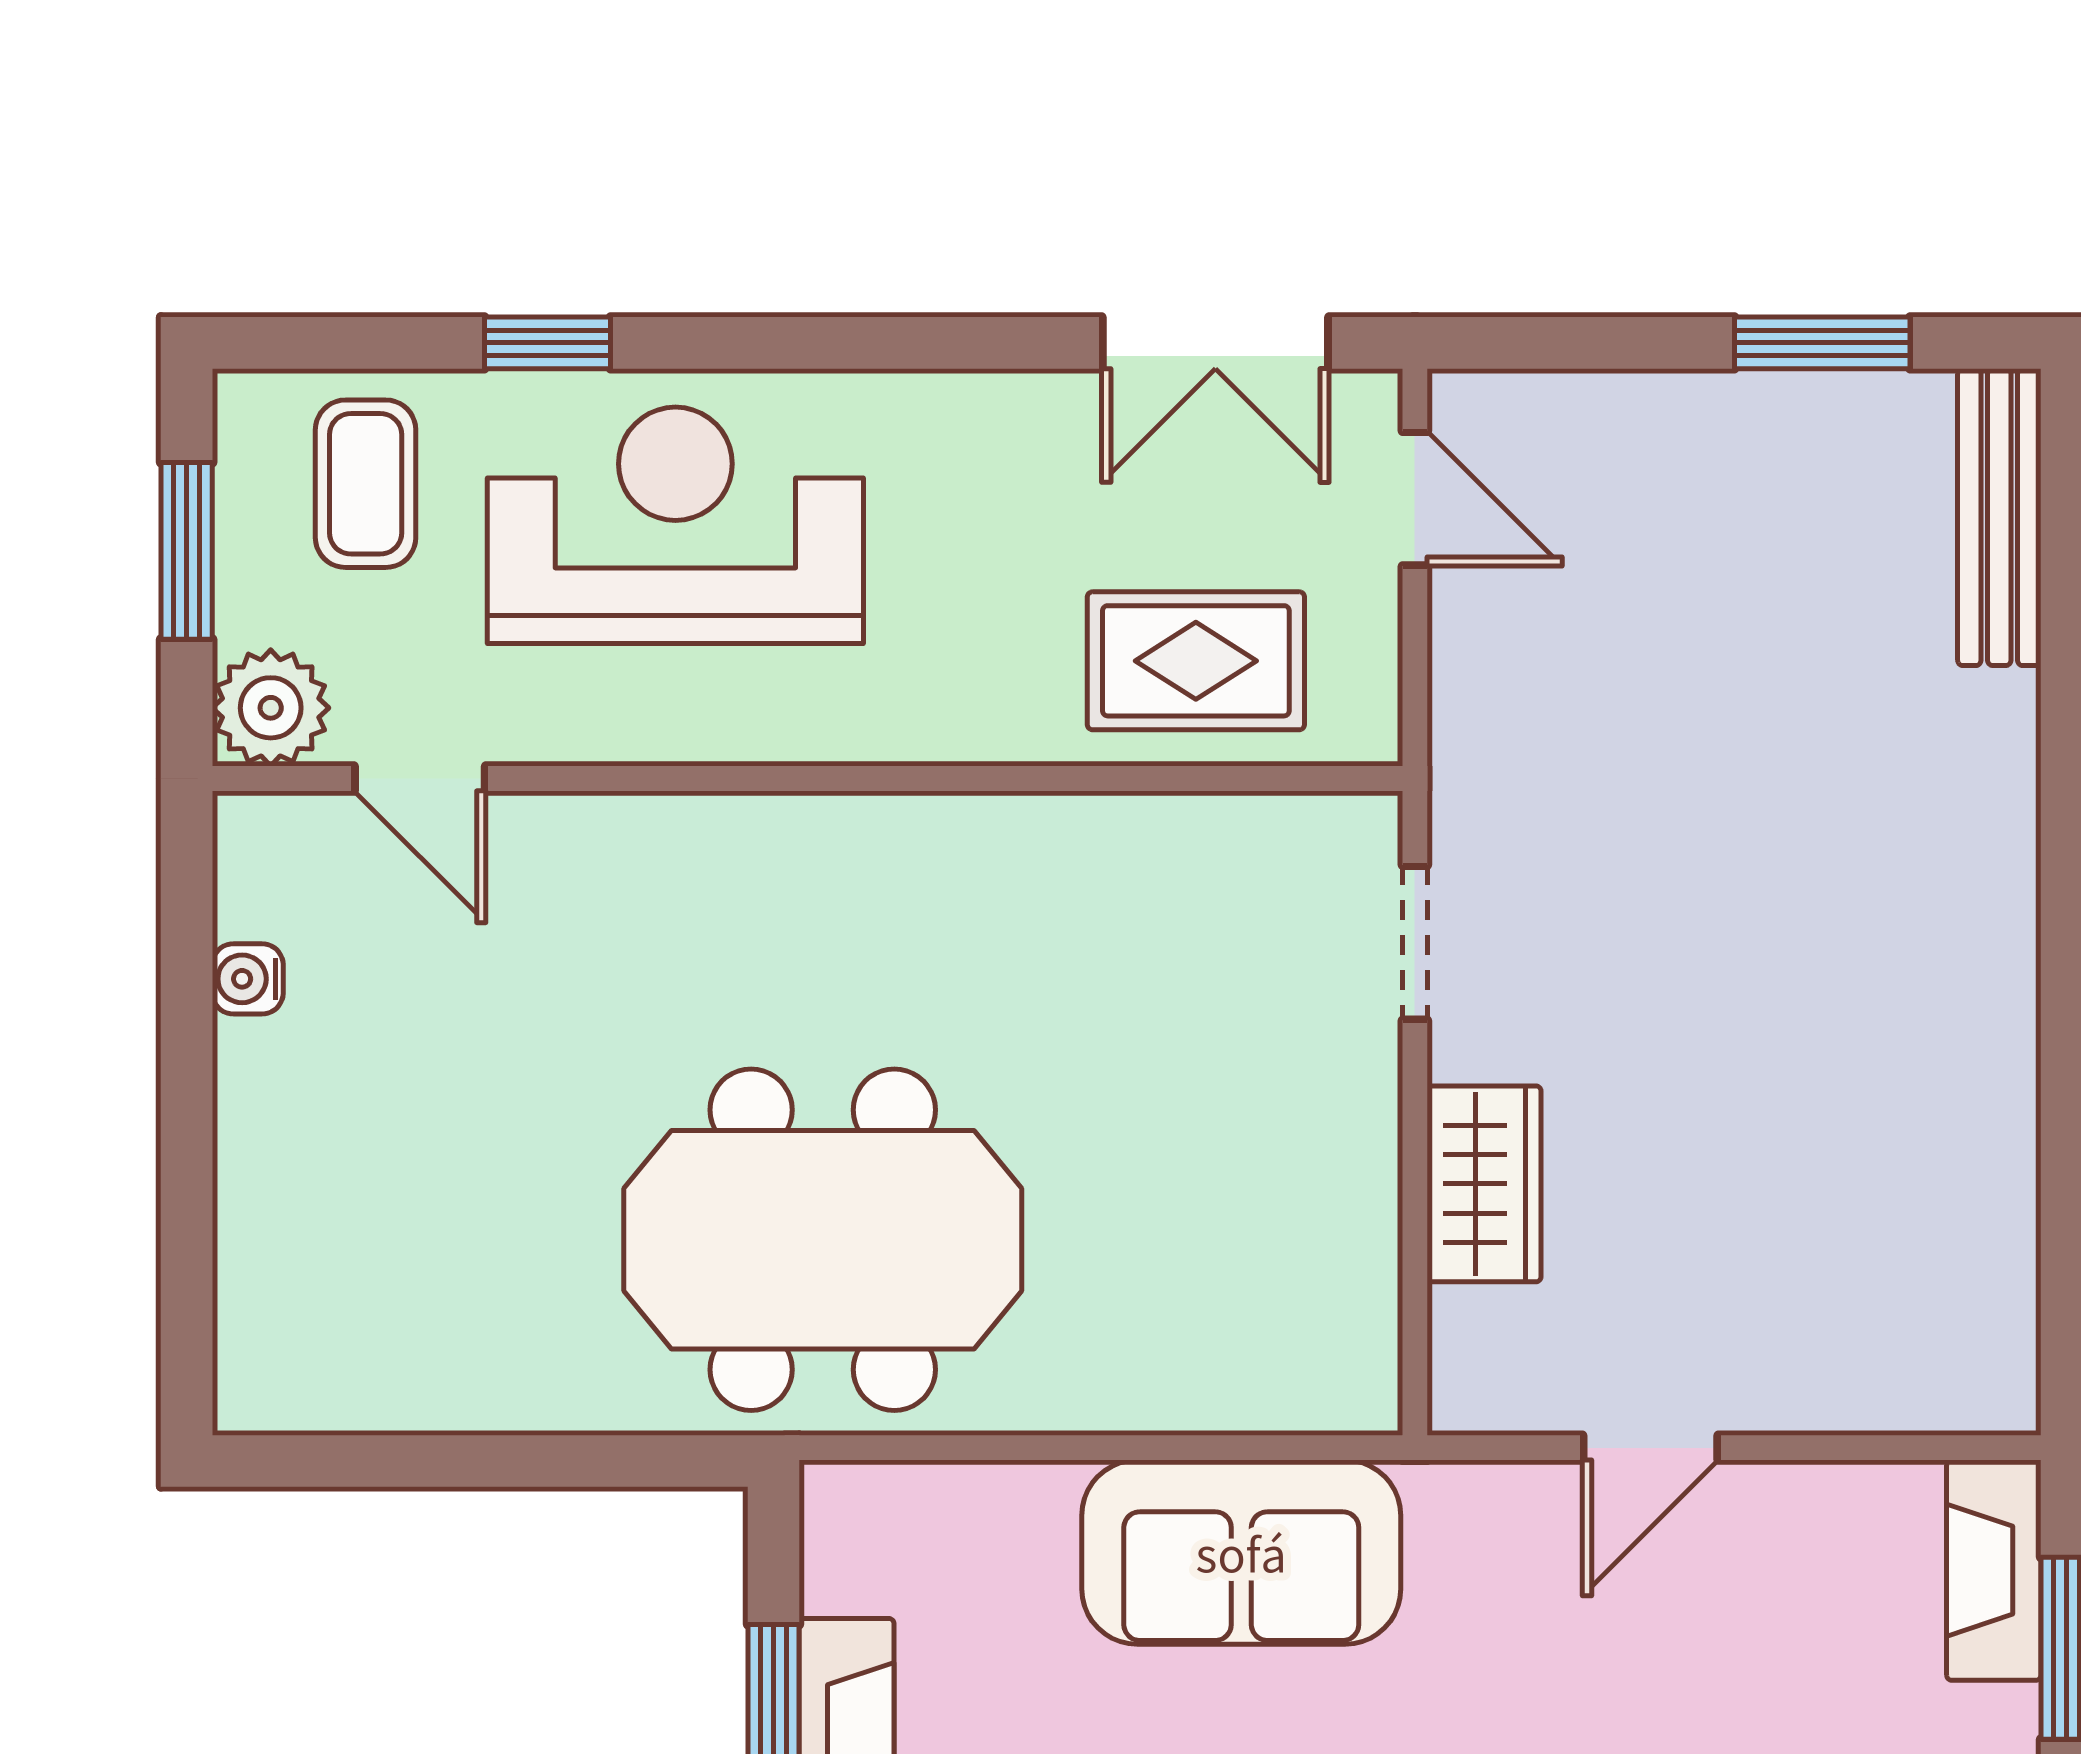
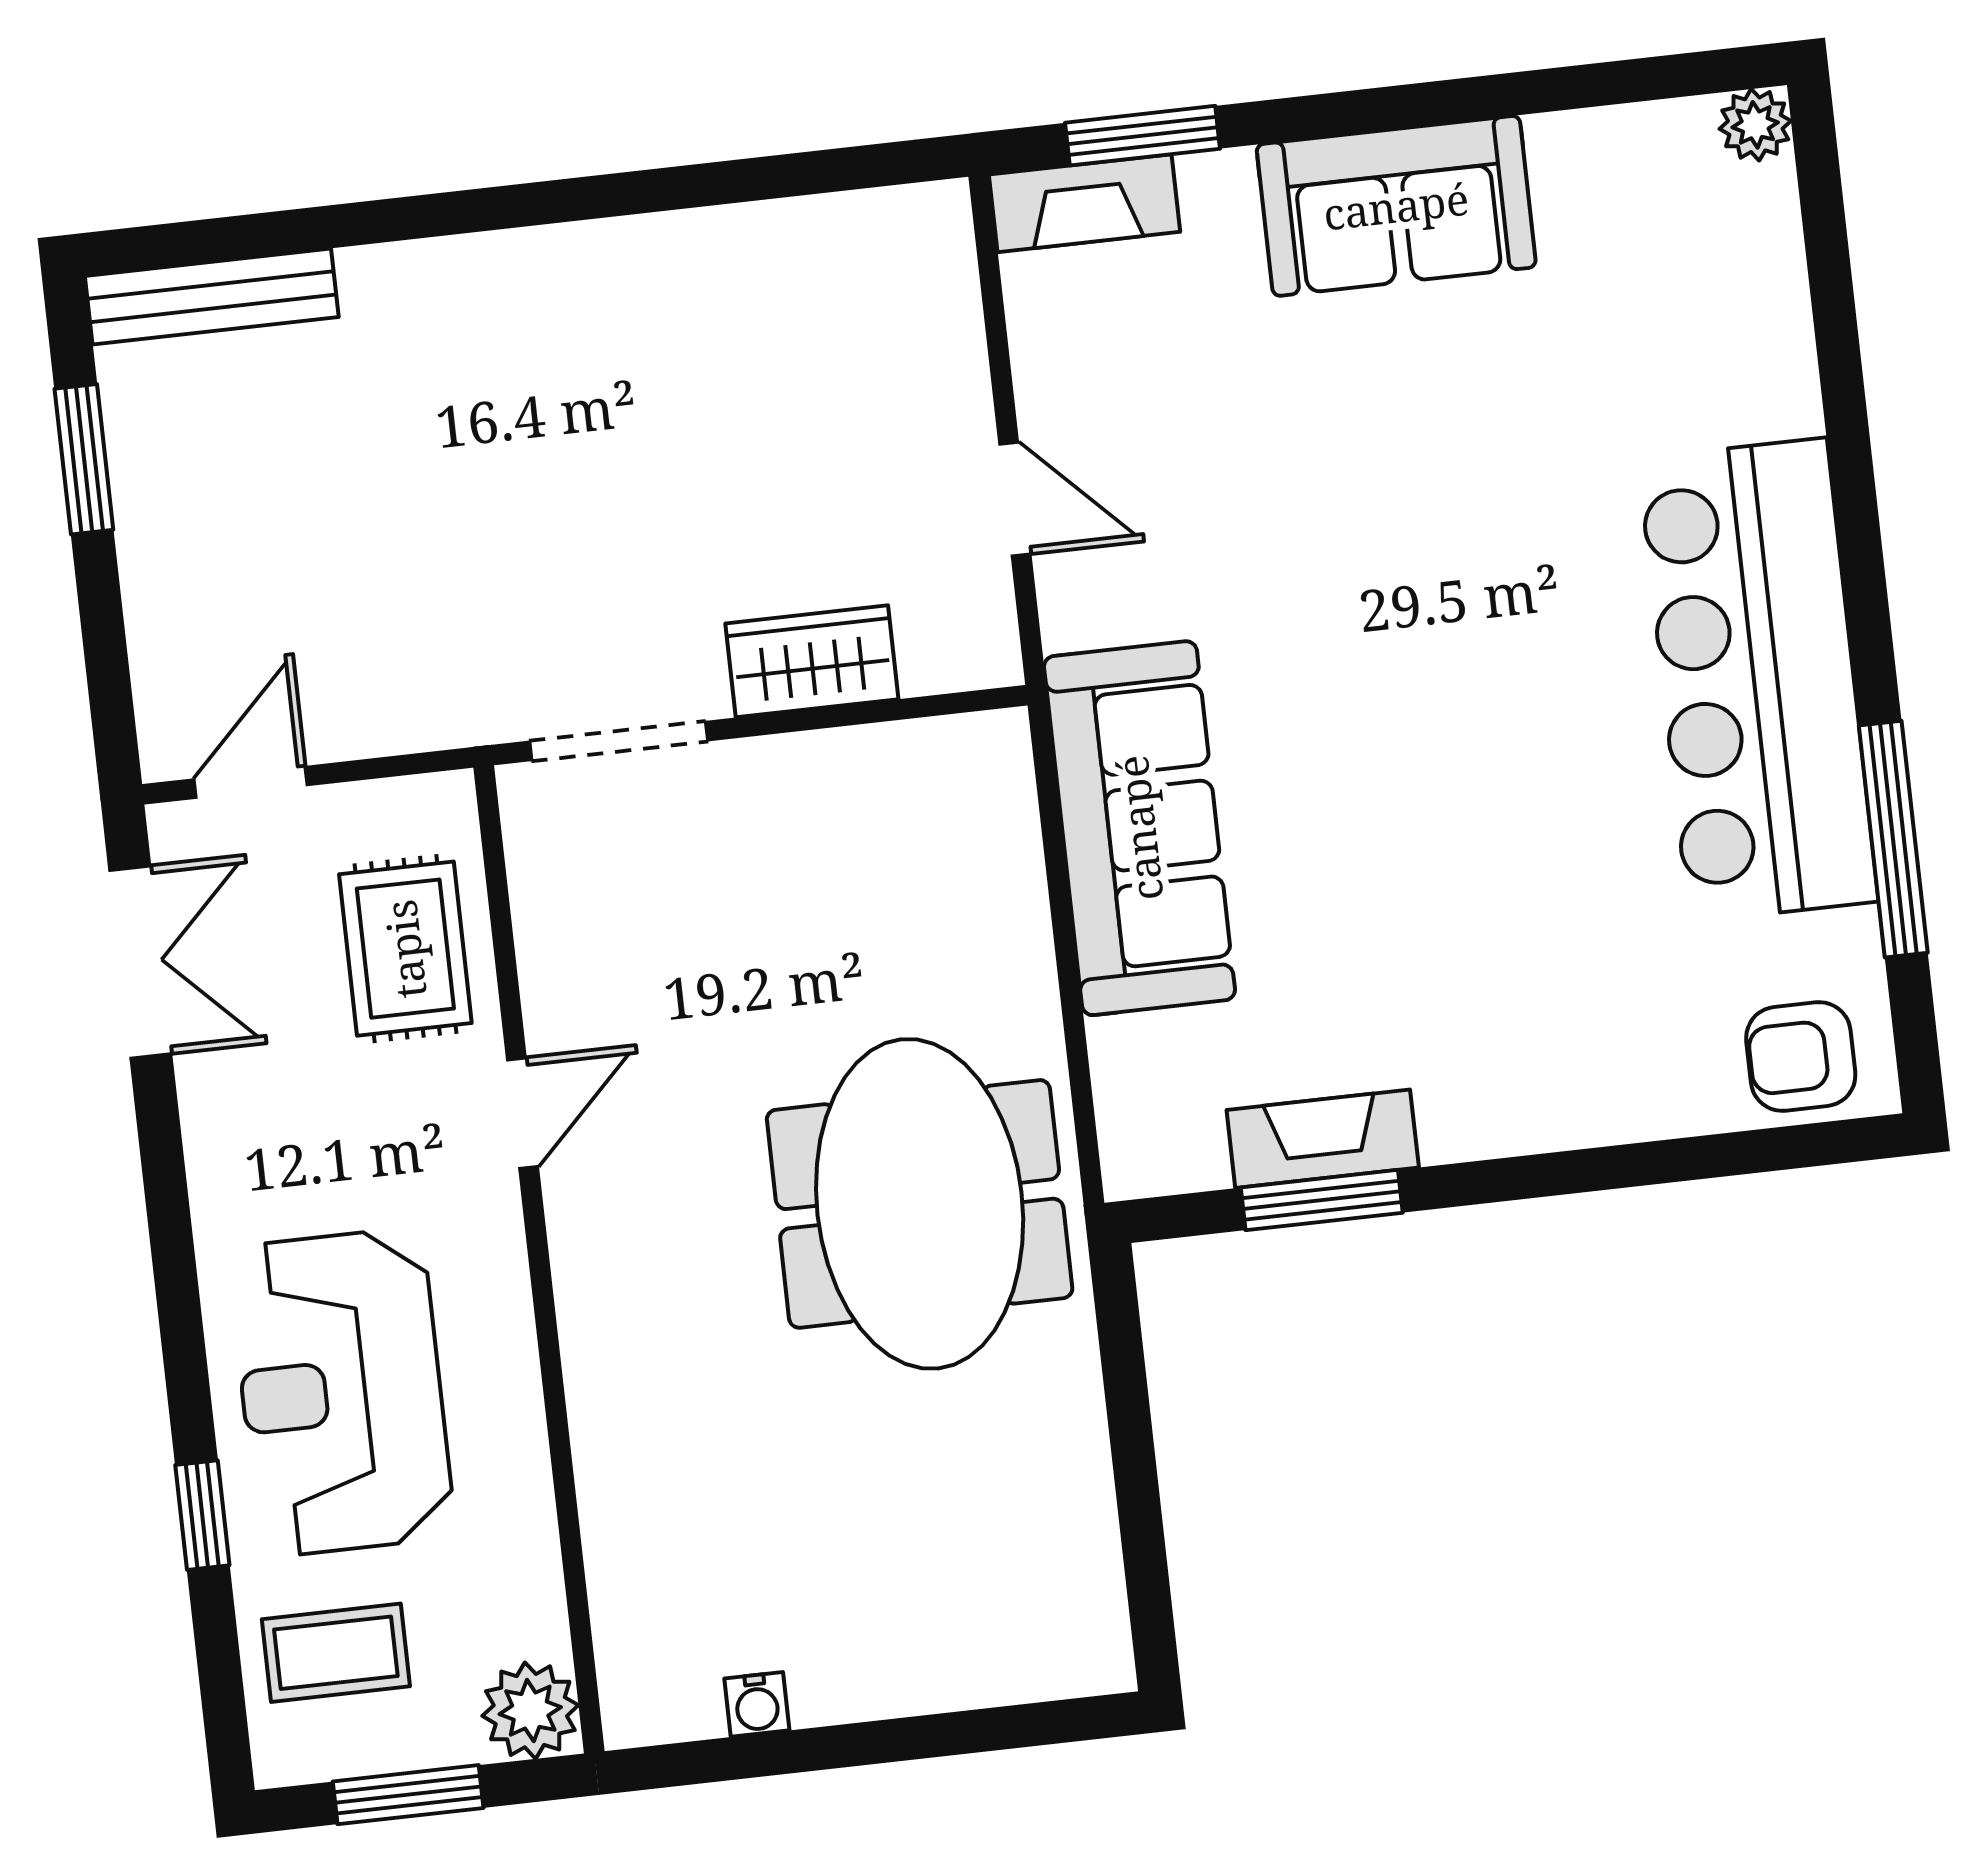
door: (420, 778) -> (523, 1113), moved
doorway: (1415, 943) -> (619, 741), width x1.38
sofa: (1241, 1552) -> (1139, 828), width x1.36

